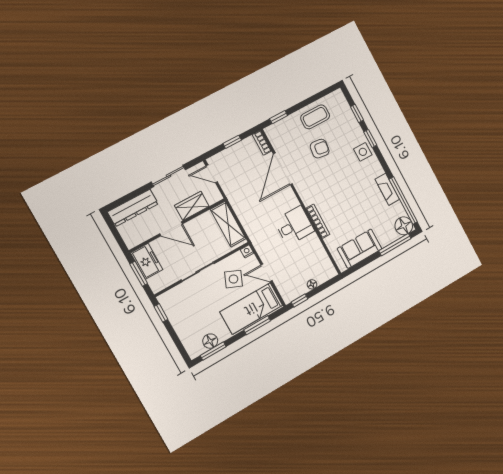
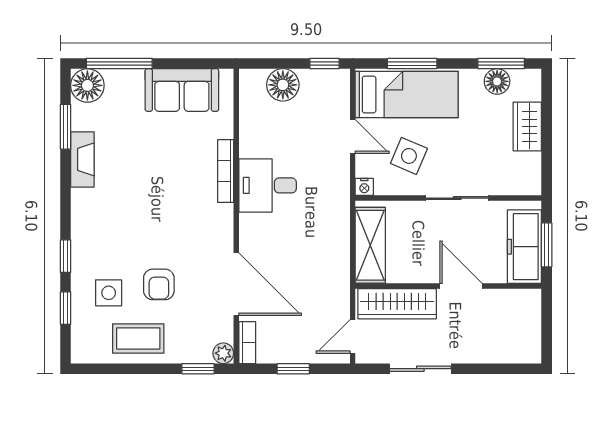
plant: (271, 131) -> (223, 353), added
armchair: (320, 149) -> (159, 284), turned -98
side table: (363, 152) -> (109, 293), moved
door: (283, 169) -> (236, 284), hinge flipped
door: (212, 174) -> (353, 336), swing flipped
window: (403, 201) -> (65, 127), width x0.47
wardrobe: (192, 206) -> (397, 304), width x1.50
dresser: (133, 208) -> (500, 349), removed
freezer: (147, 261) -> (524, 247), width x1.40
floor lamp: (312, 284) -> (283, 85), width x1.89, depth x1.89
window: (161, 313) -> (547, 167), removed
wardrobe: (182, 328) -> (527, 126), added

